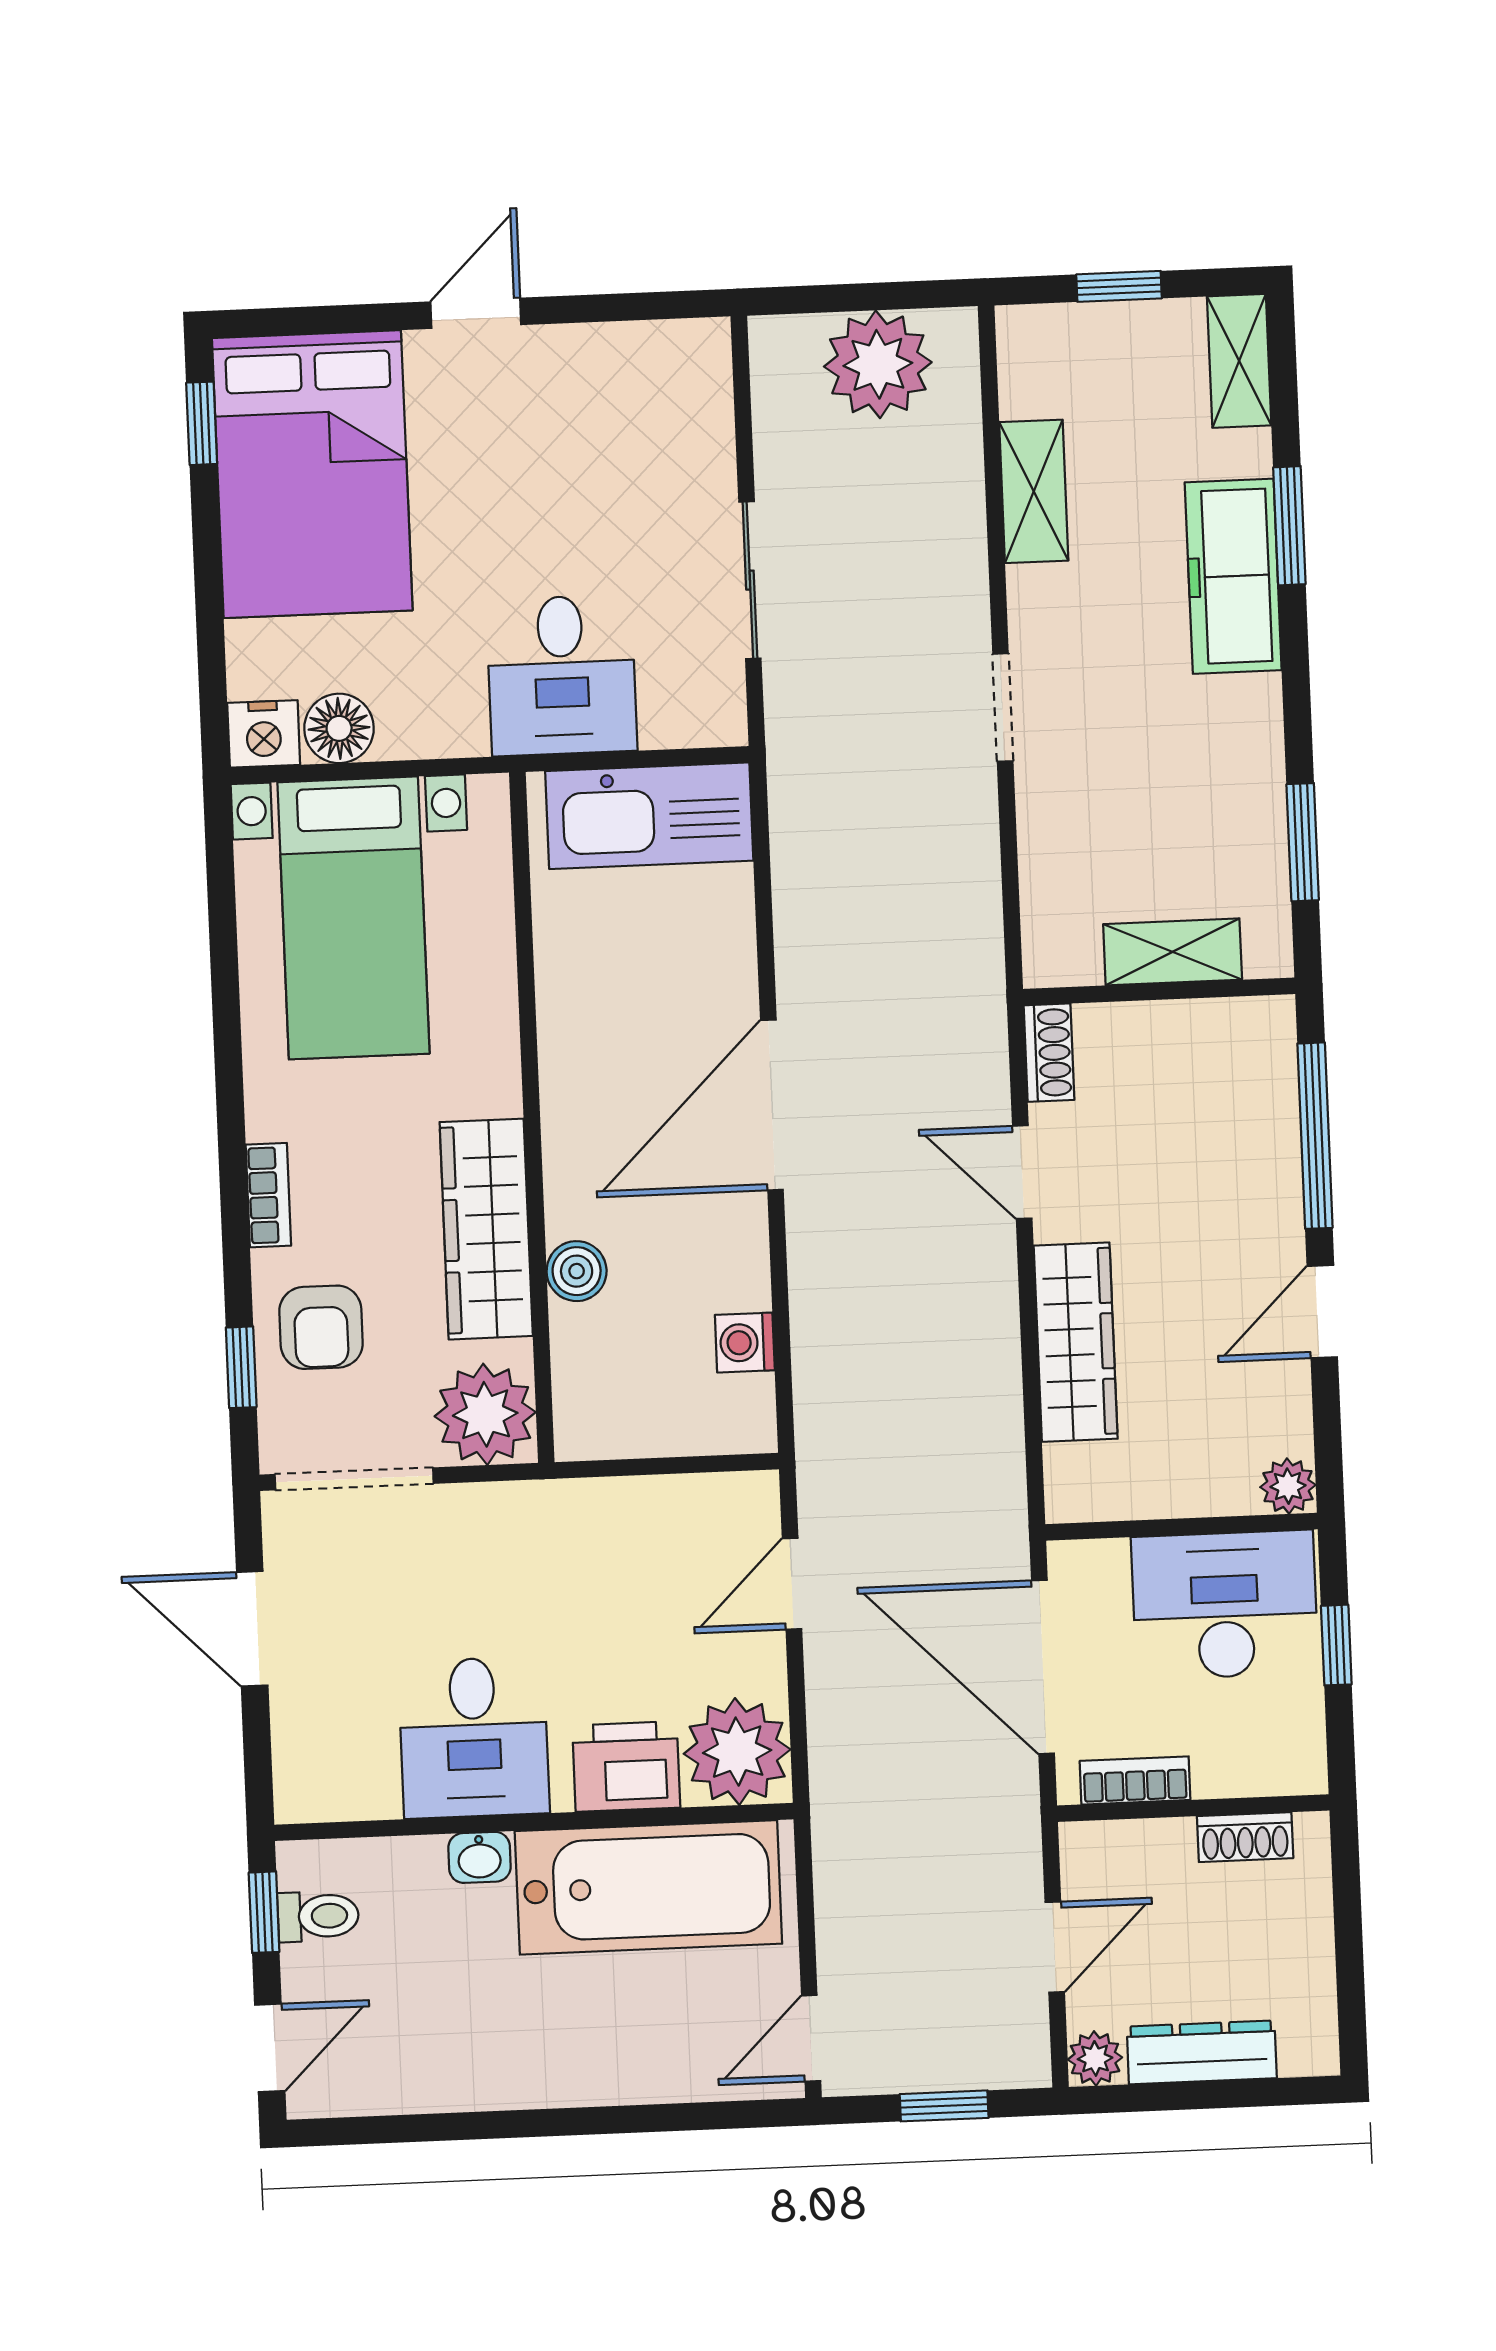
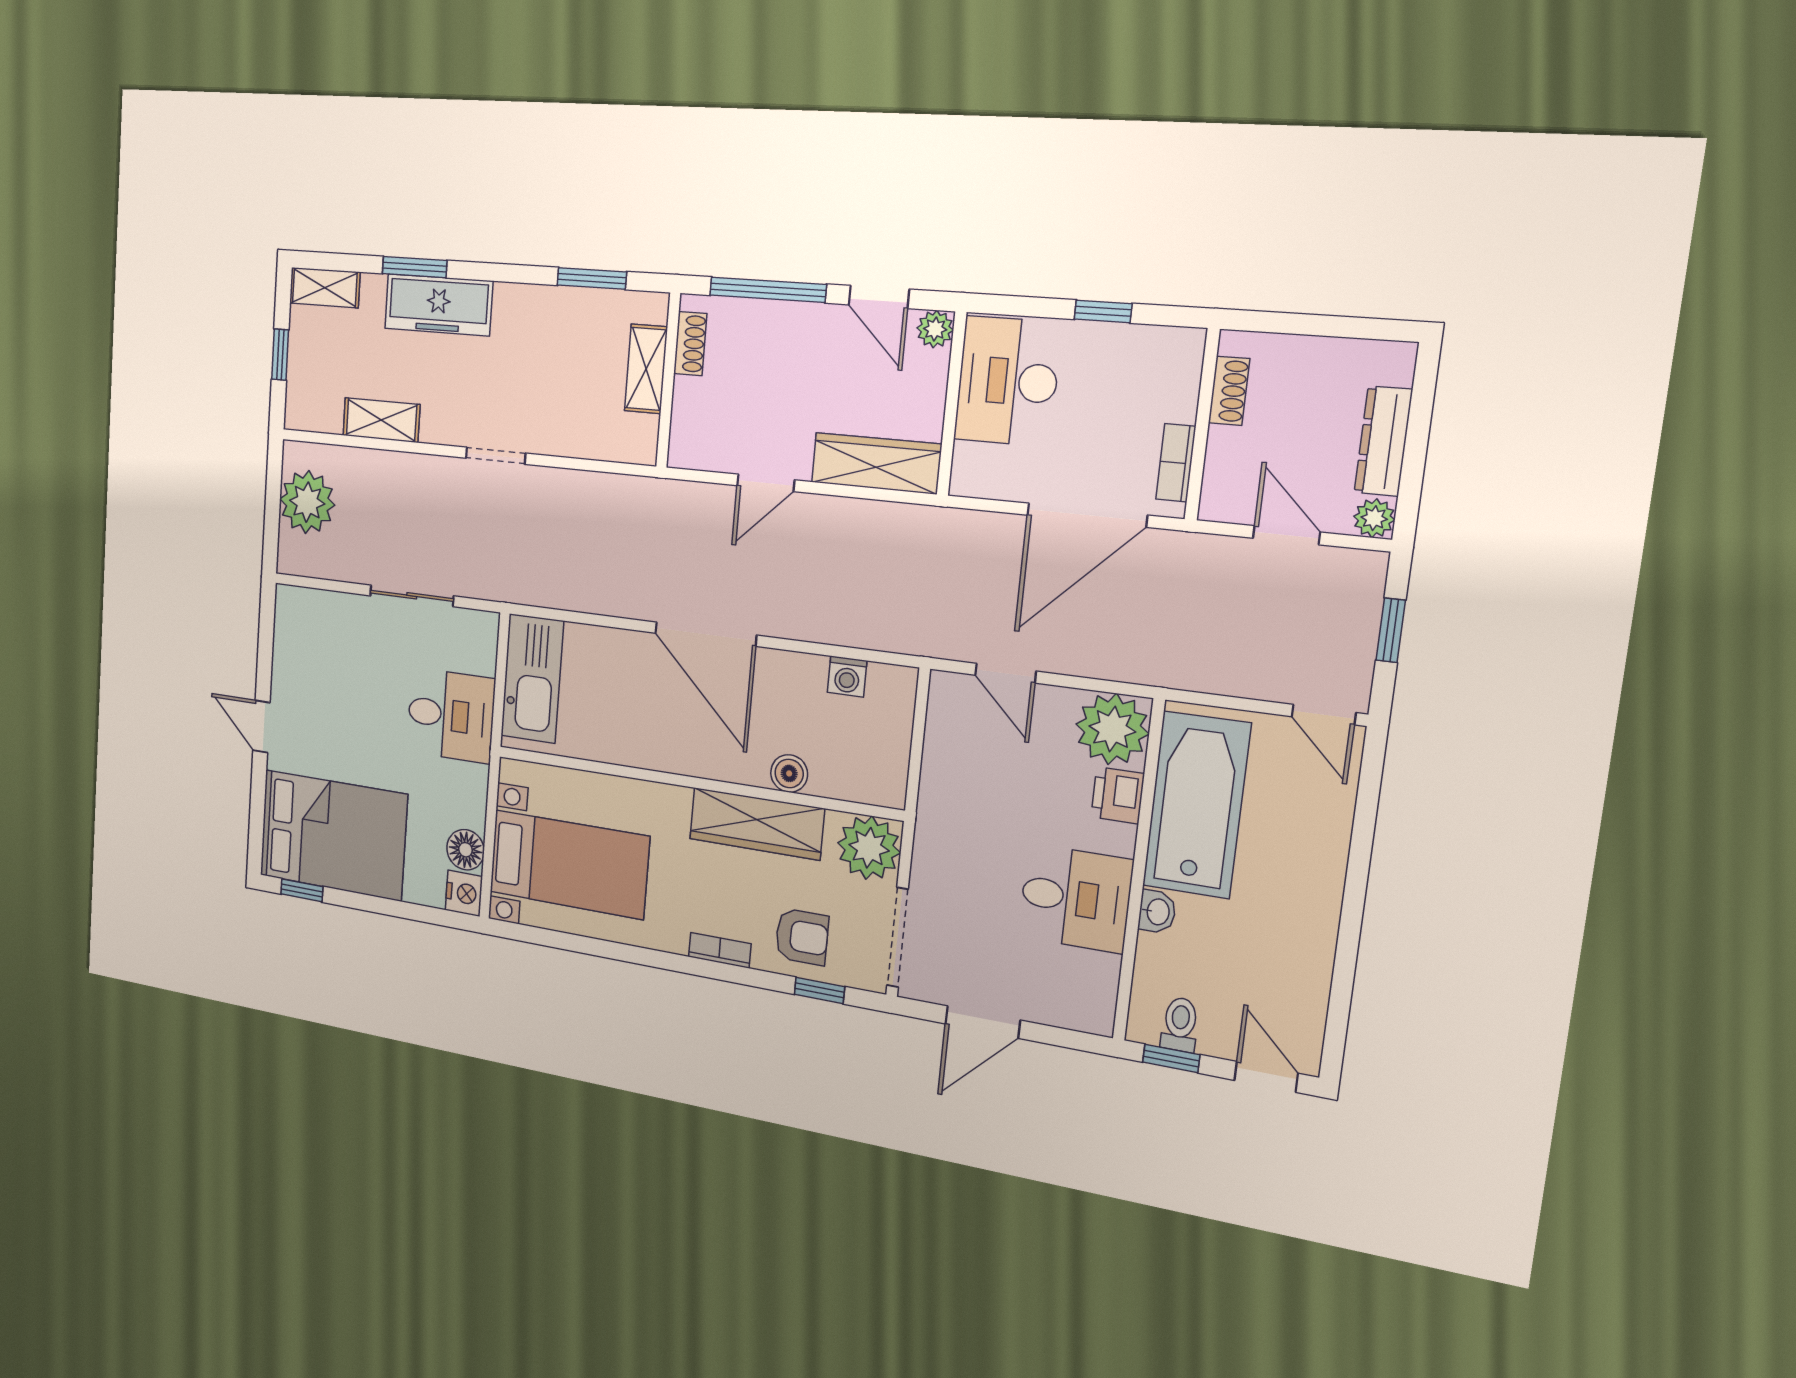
shoe rack: (1049, 1053) -> (690, 344), moved, turned 90
plant: (1288, 1486) -> (935, 329), moved
wall: (1181, 1527) -> (952, 404), moved
desk: (1225, 1605) -> (1008, 381), moved
printer: (626, 1767) -> (1118, 795), width x0.73, depth x0.81

